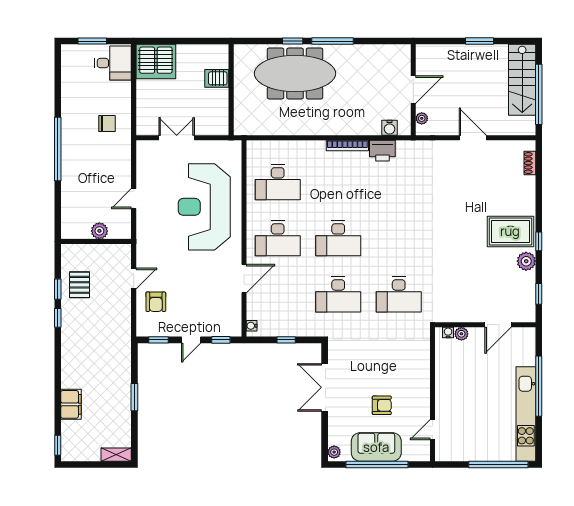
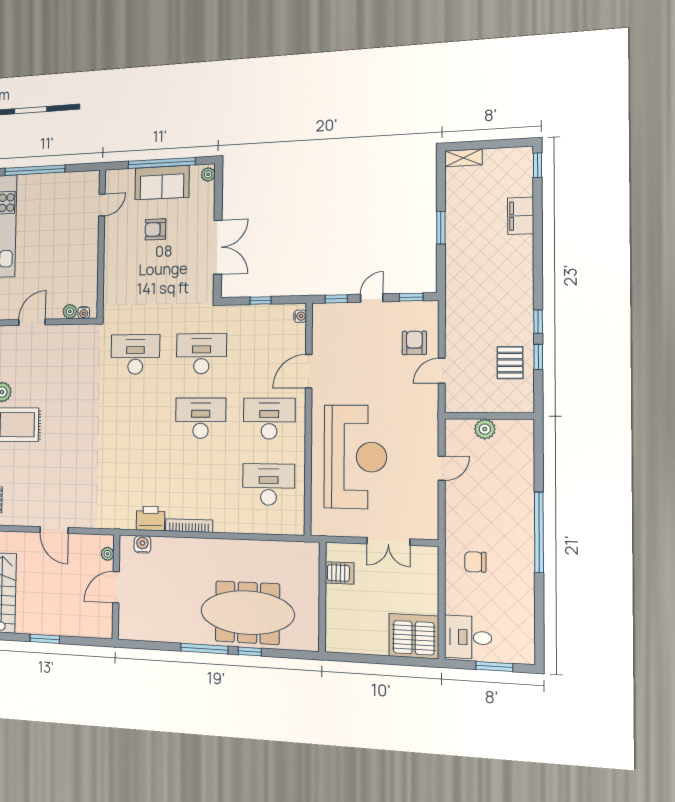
server rack: (217, 78) -> (340, 573), moved

